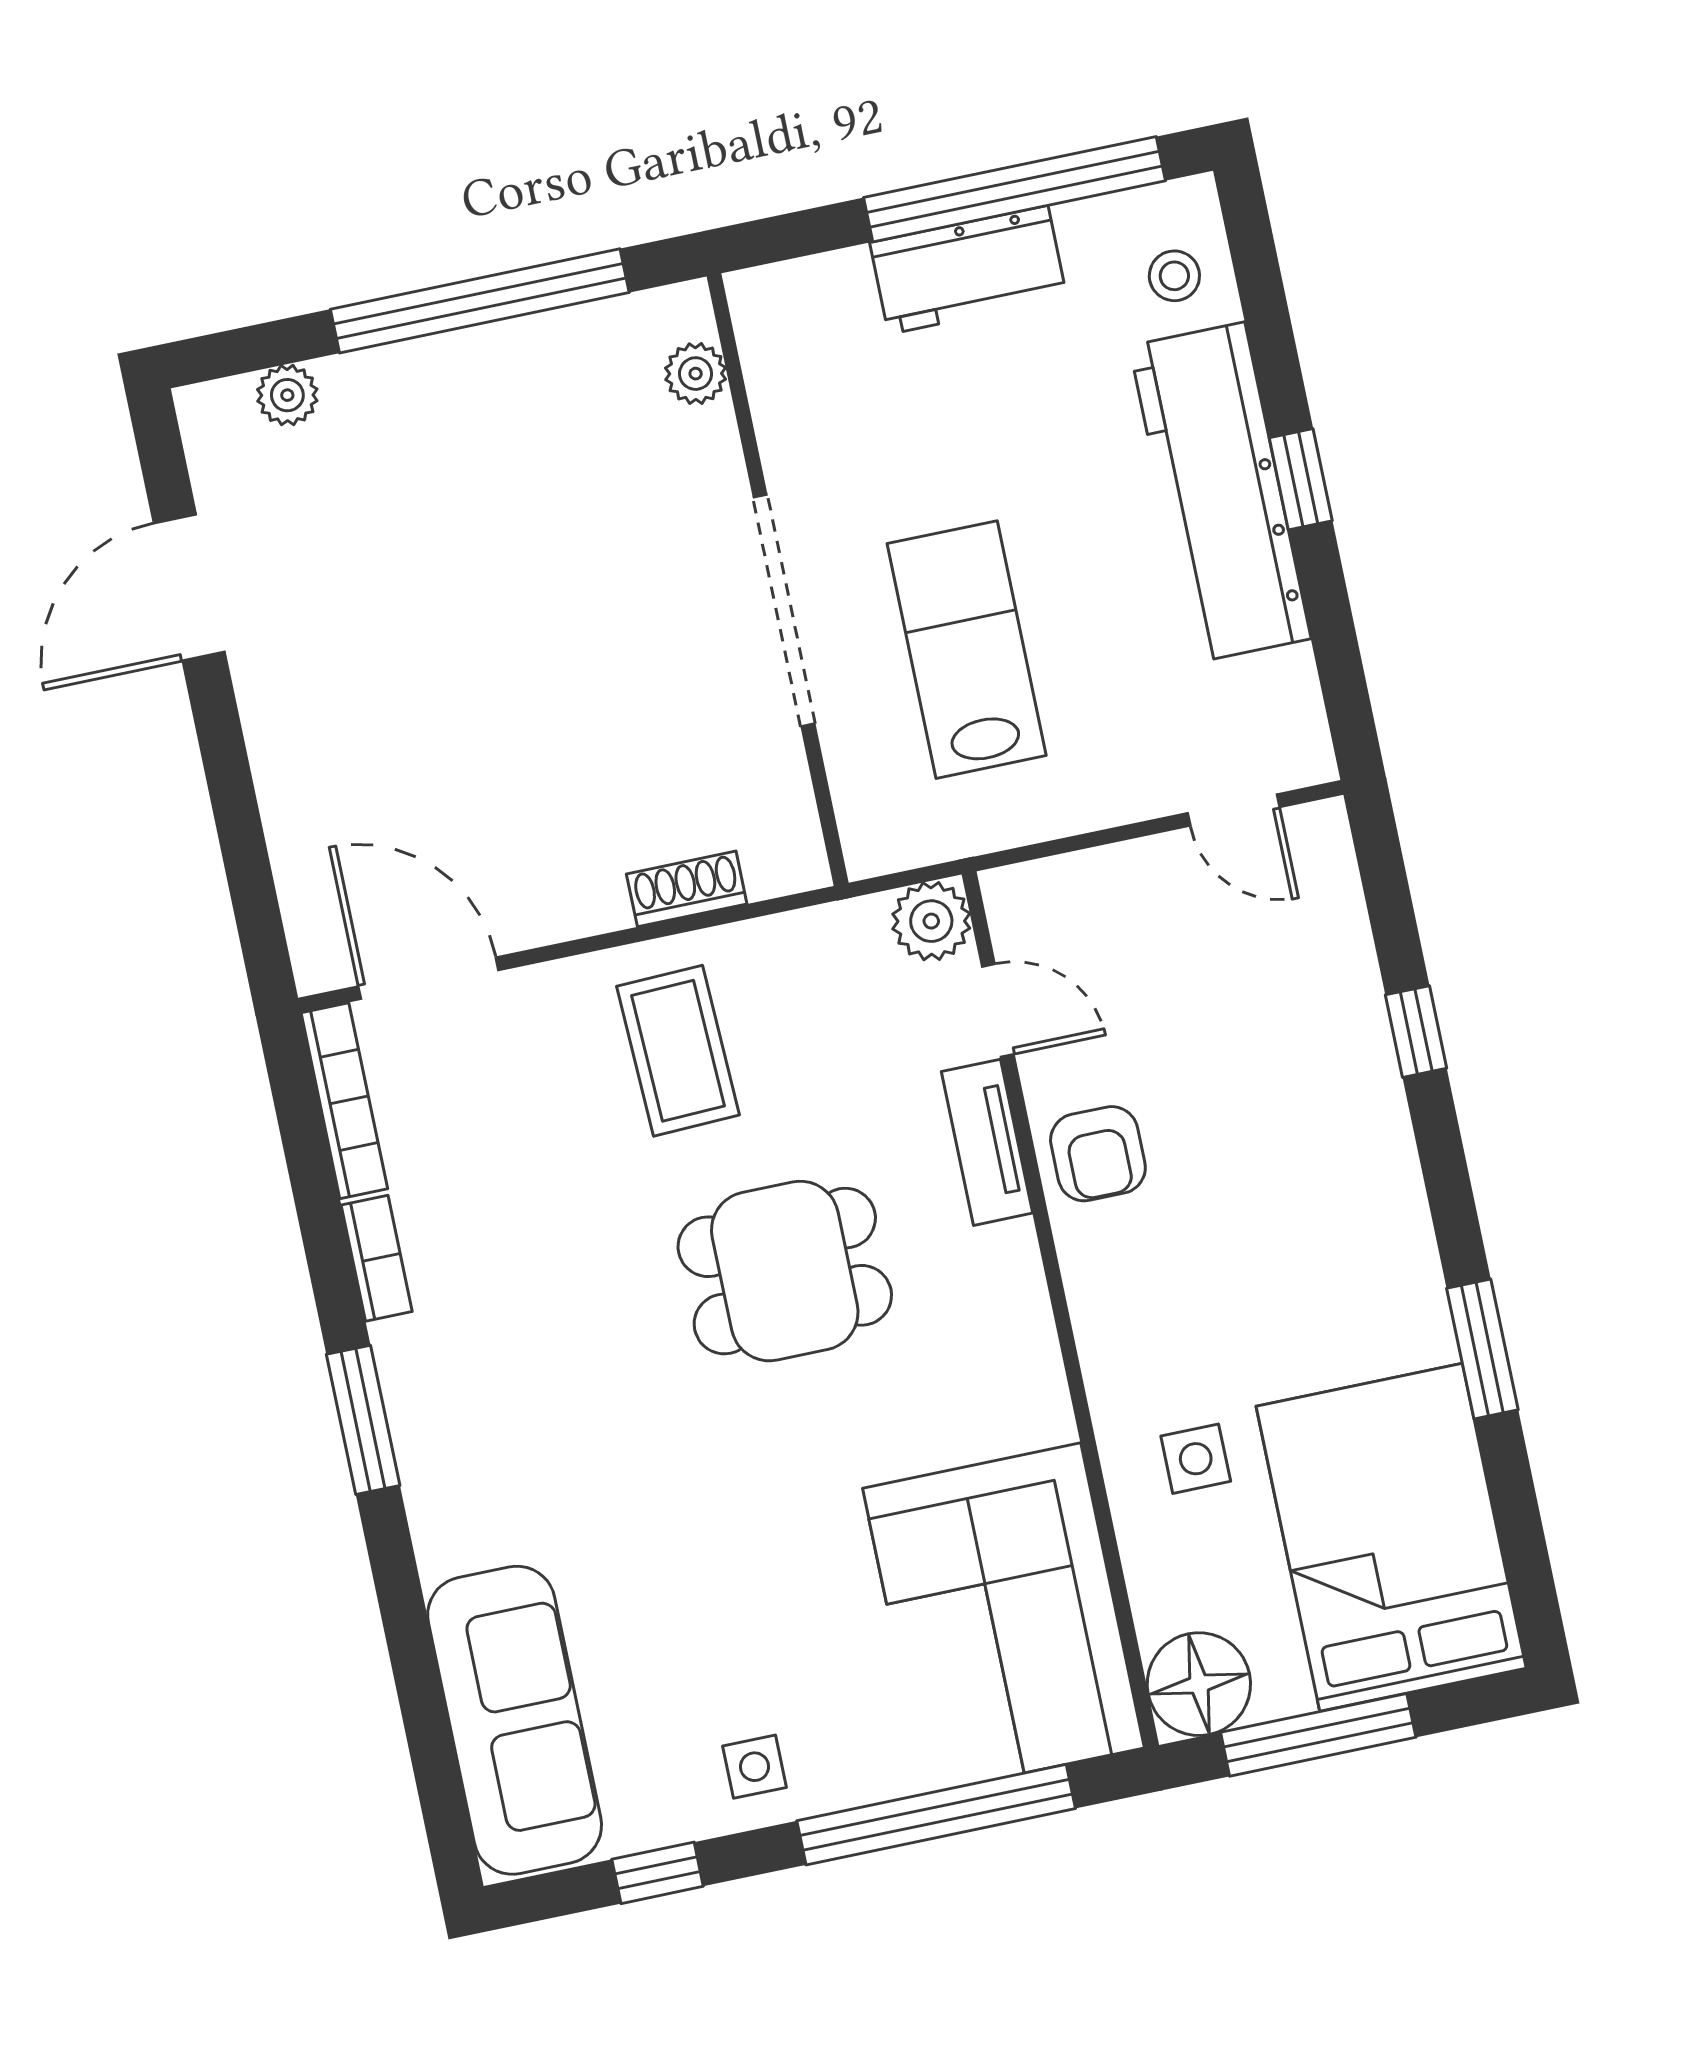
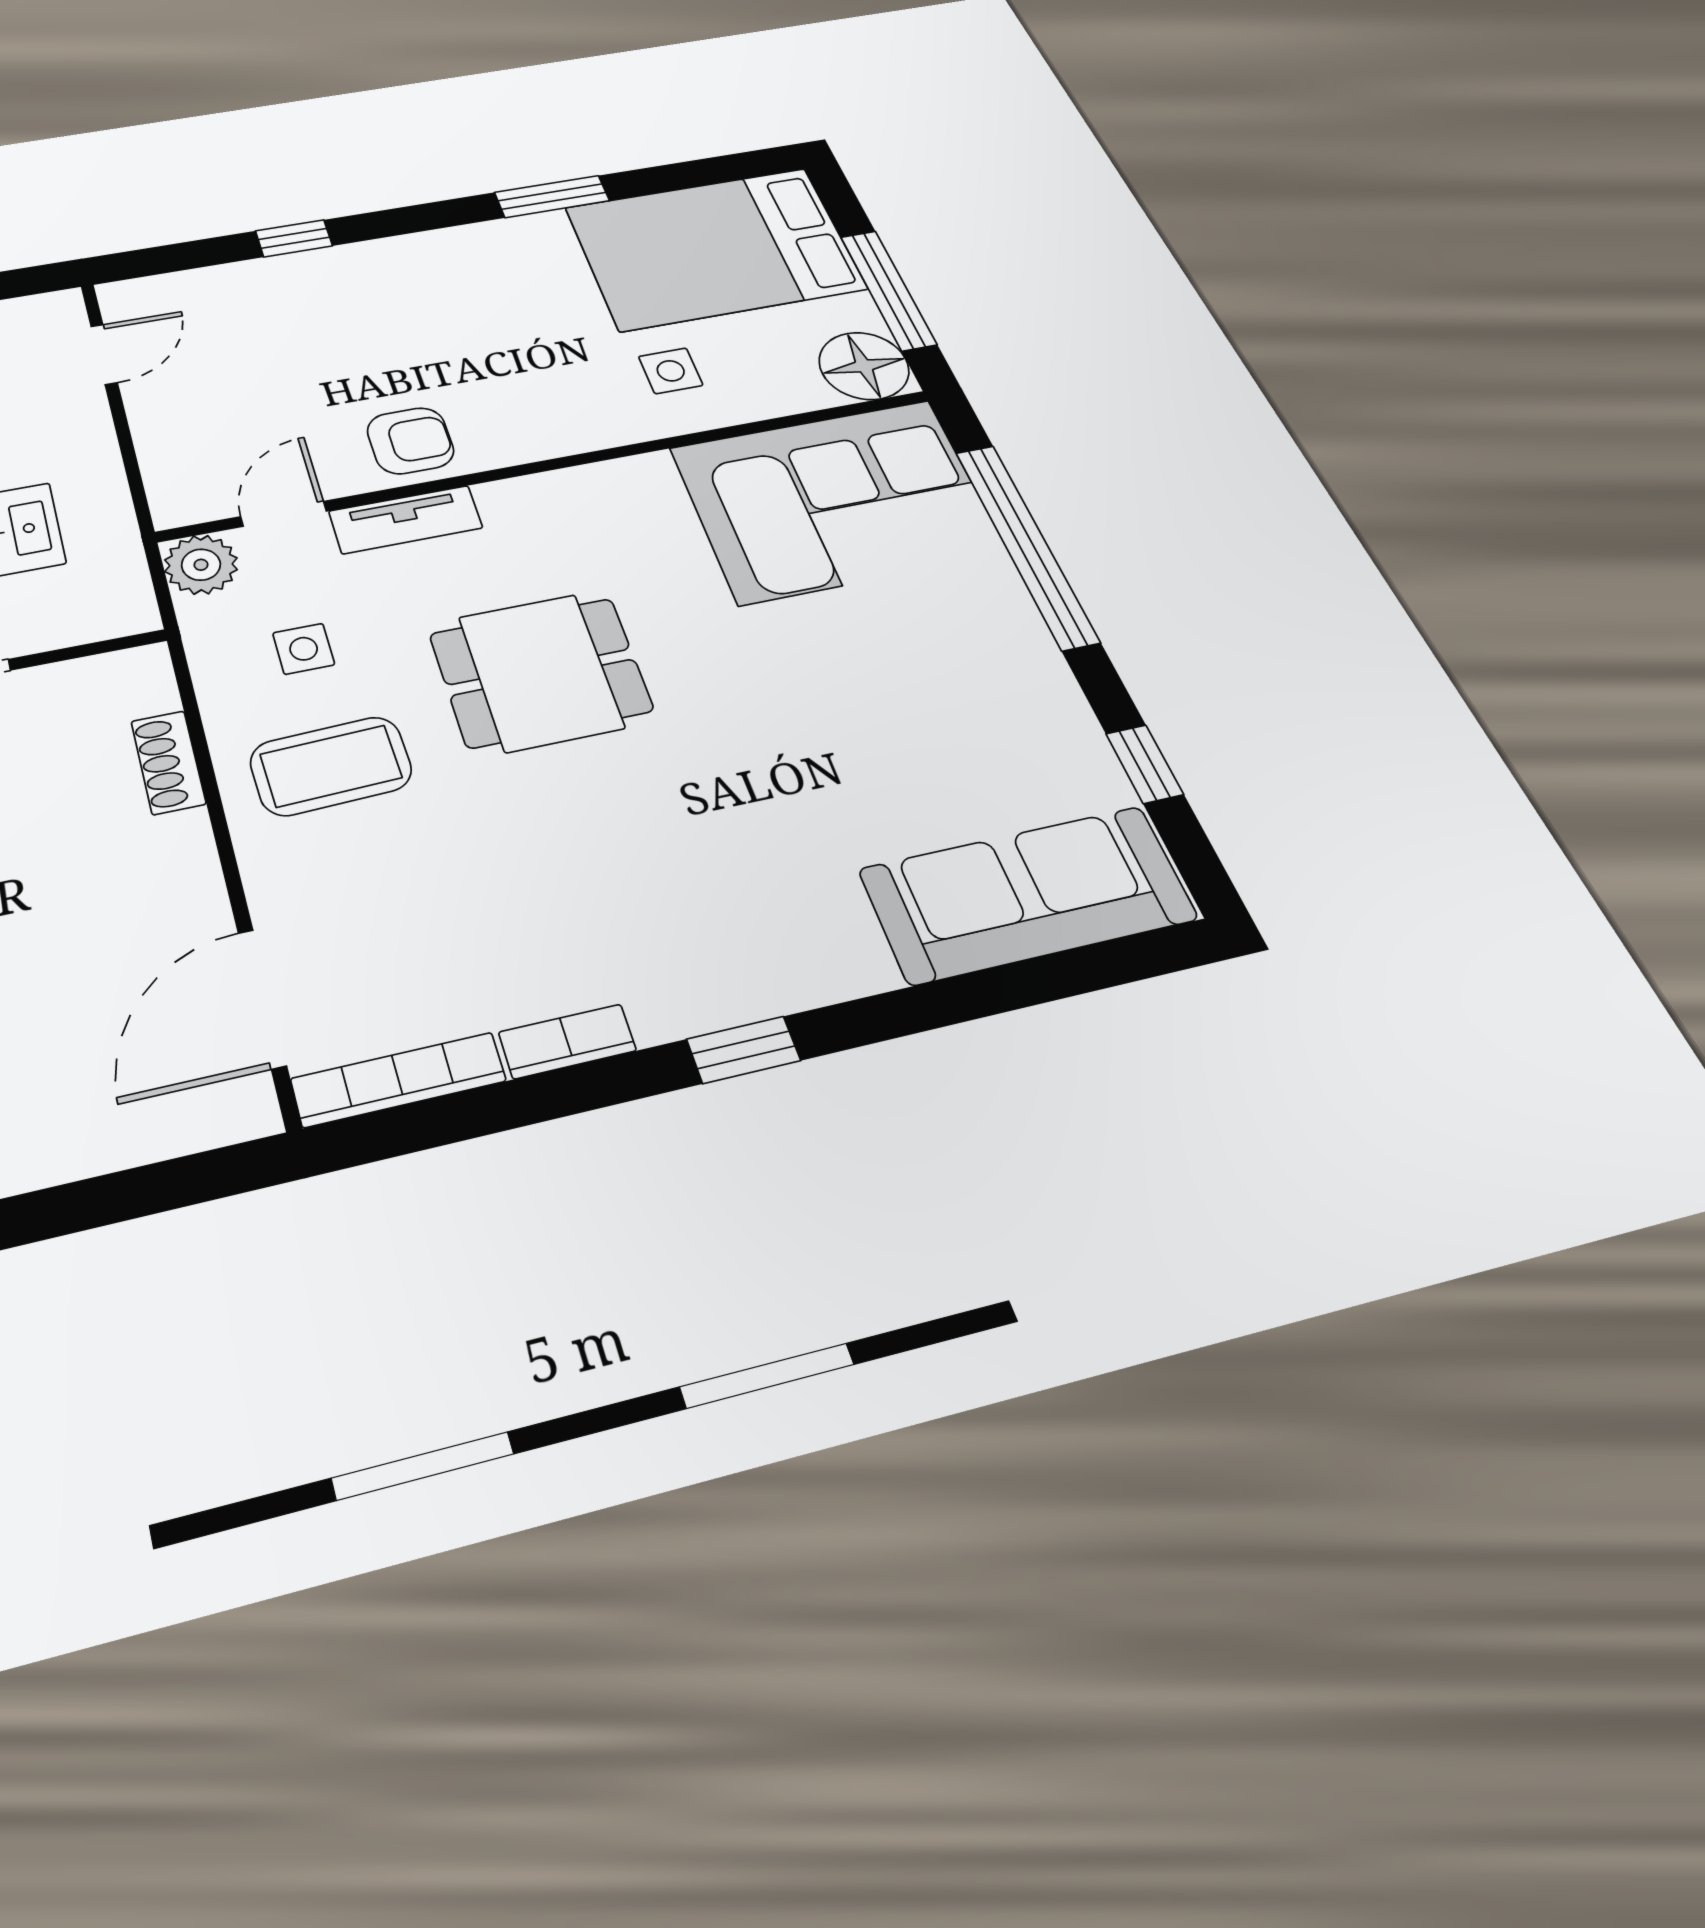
dining table: (785, 1271) -> (541, 672), turned 90
window: (363, 1420) -> (743, 1050), width x0.67
side table: (755, 1767) -> (304, 649), moved

